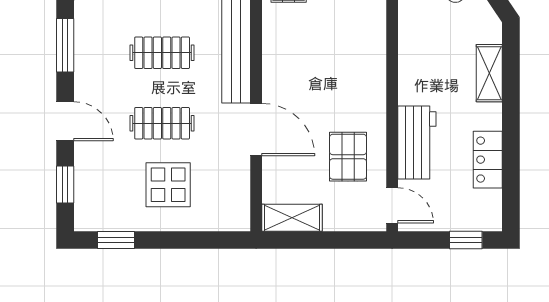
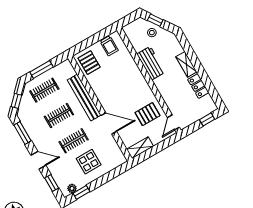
shelving: (489, 73) -> (186, 64), moved
workbench: (417, 142) -> (151, 63), moved
pallet: (348, 157) -> (147, 114), turned 90
door: (392, 205) -> (173, 122), swing flipped
plant: (101, 220) -> (72, 188), added

